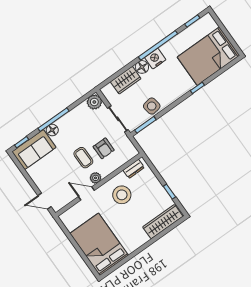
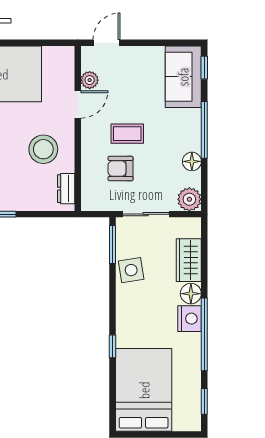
floor lamp: (52, 130) -> (192, 161), moved
plant: (96, 178) -> (90, 80), moved

